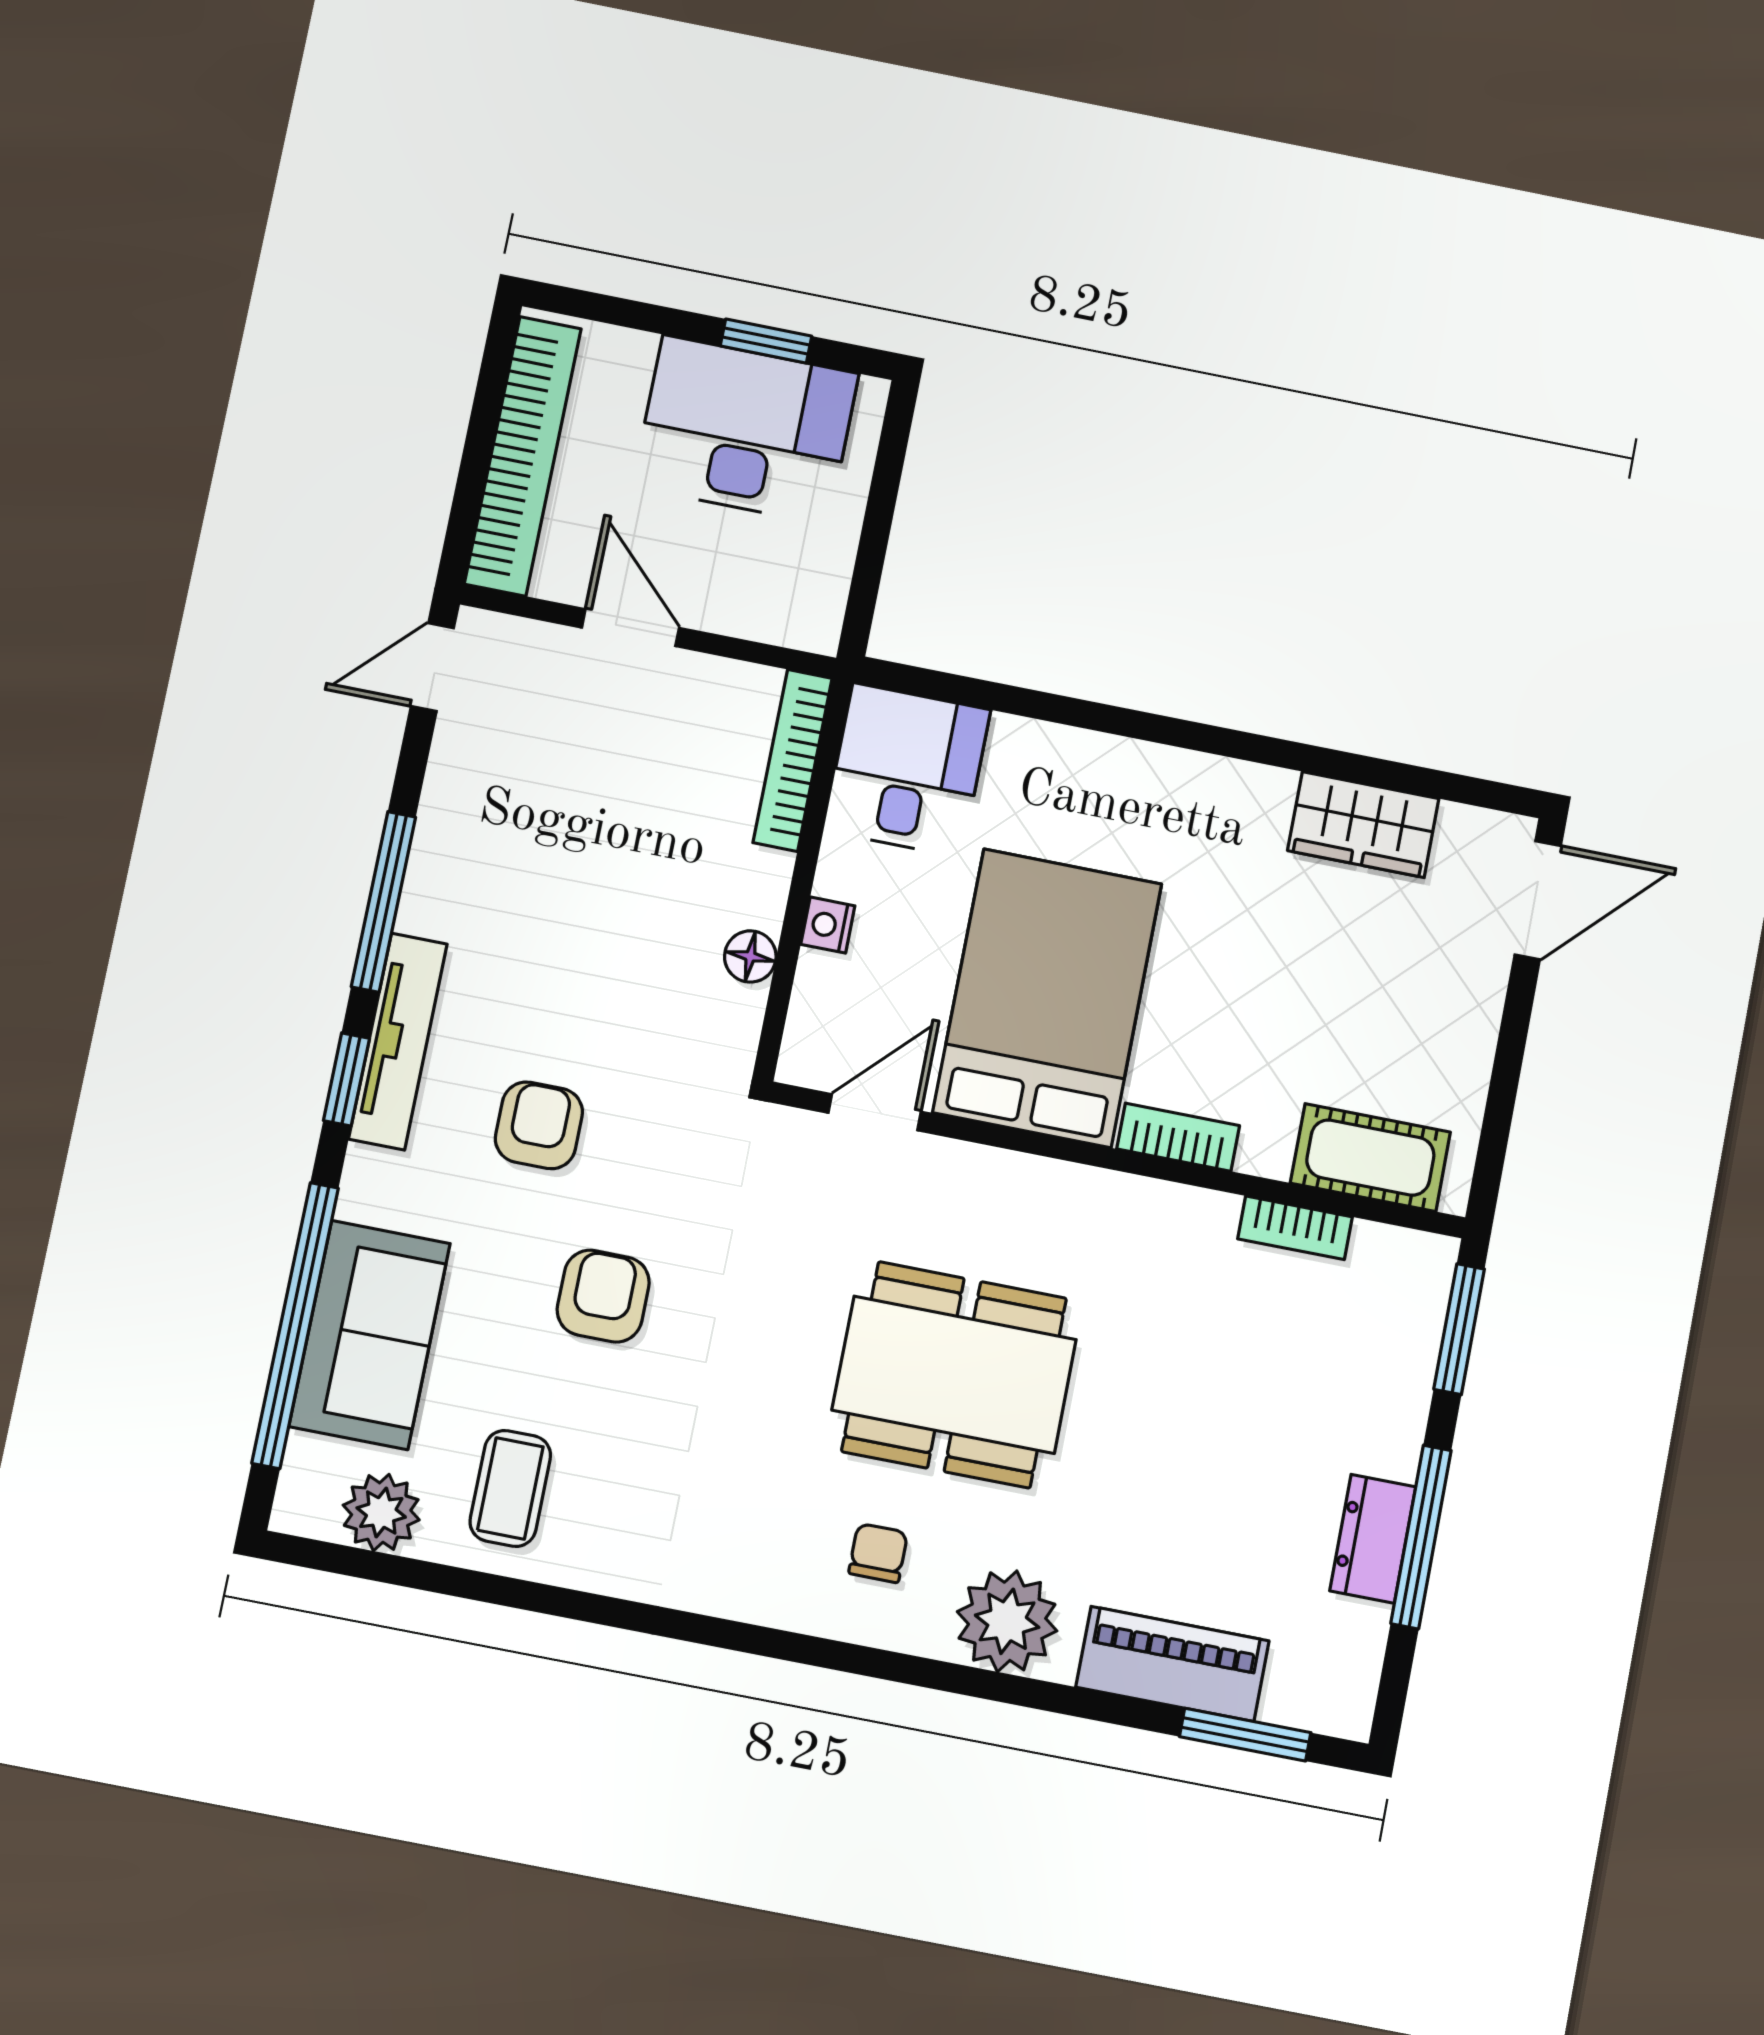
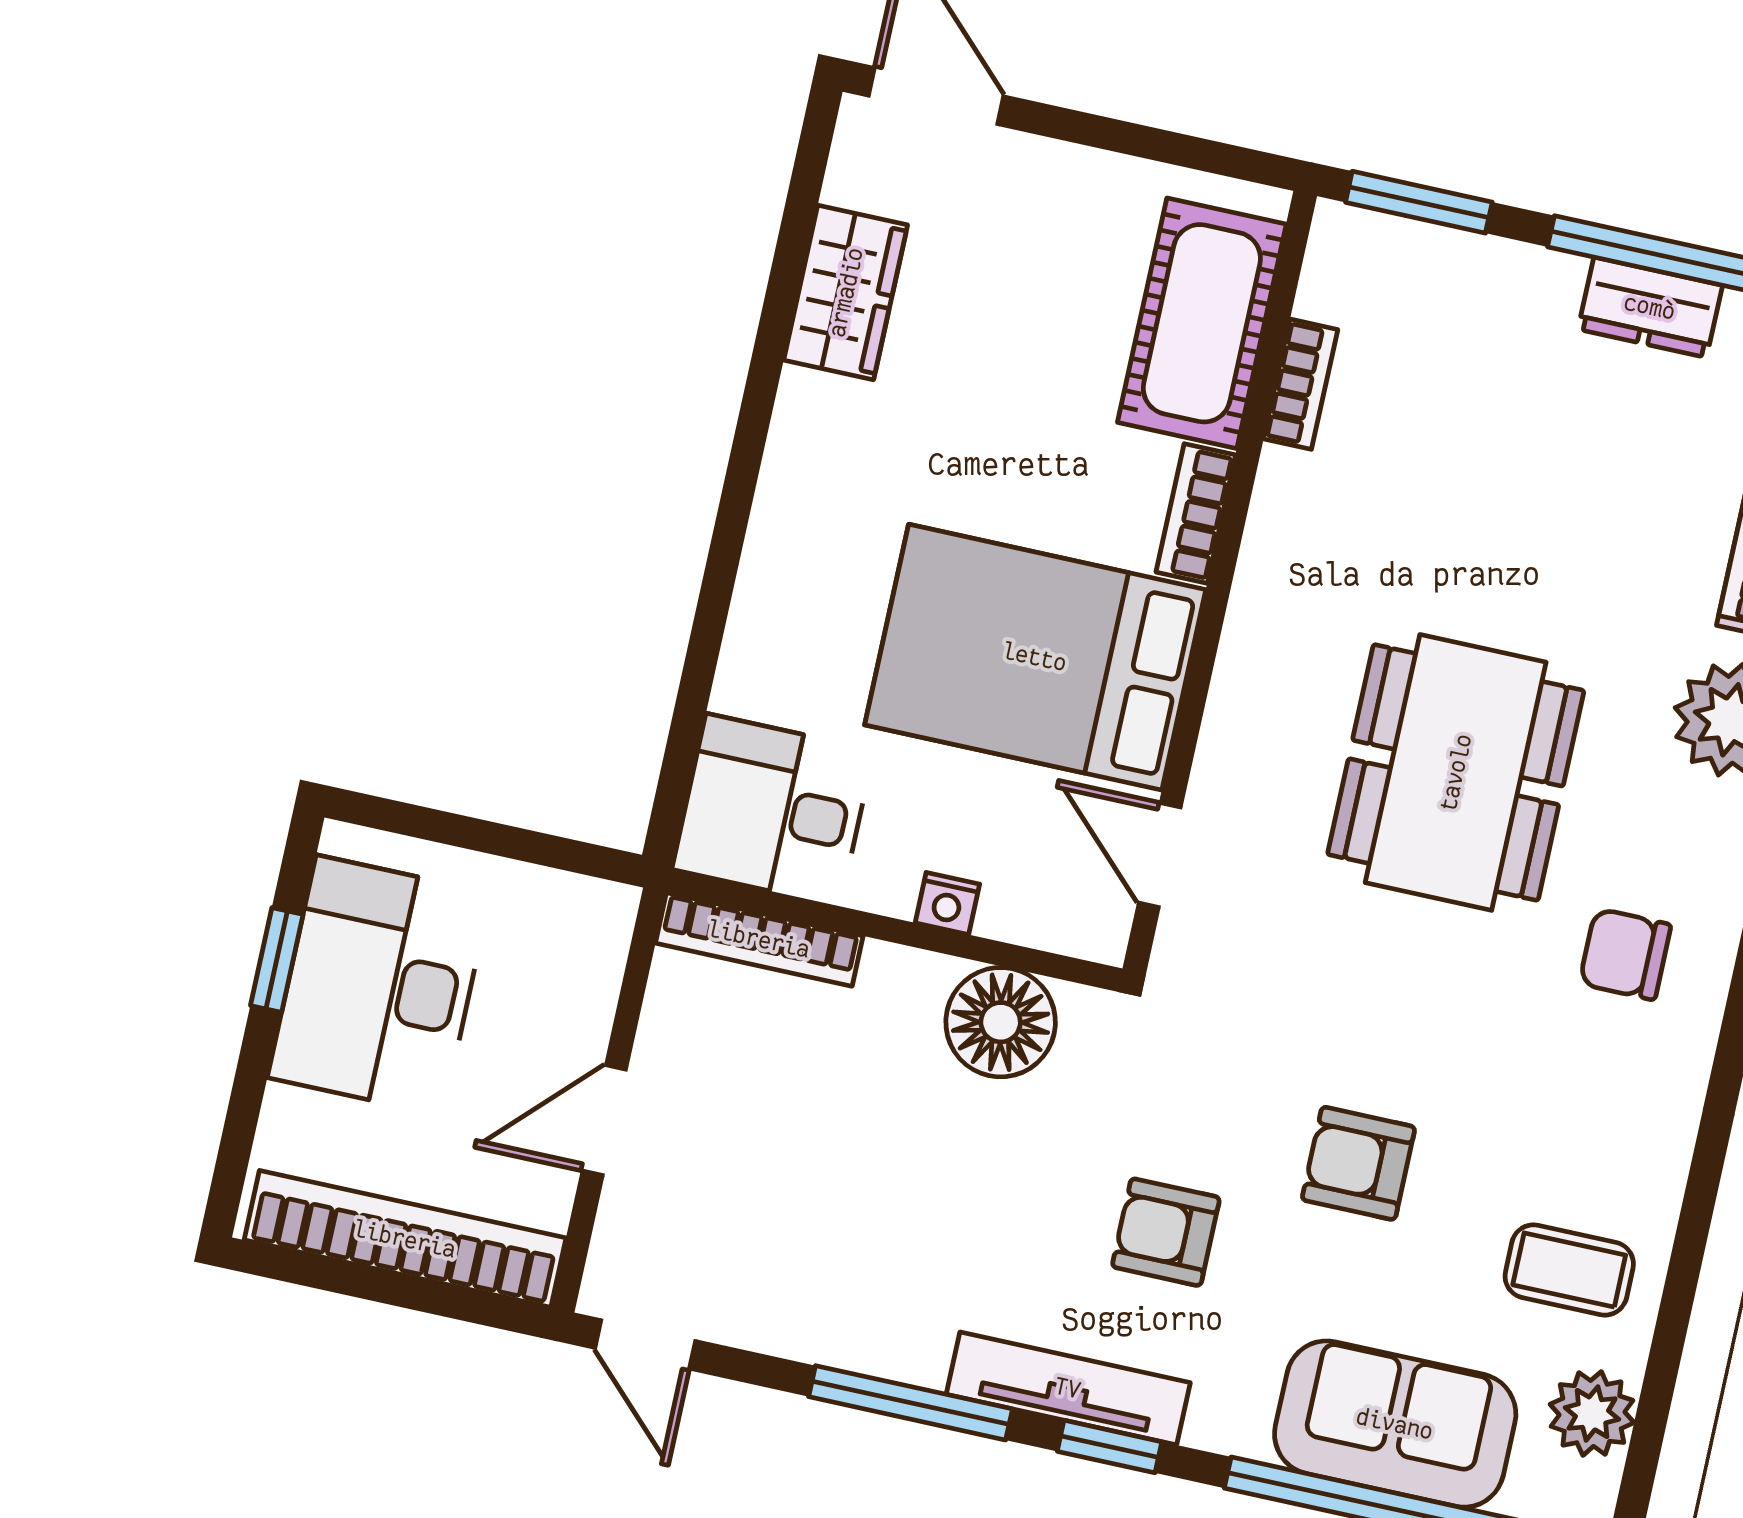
floor lamp: (750, 956) -> (1001, 1022), width x1.89, depth x1.89
cot: (1370, 1158) -> (1202, 323), width x1.37, depth x1.34
chair: (878, 1553) -> (1625, 954), moved, width x1.37, depth x1.37

